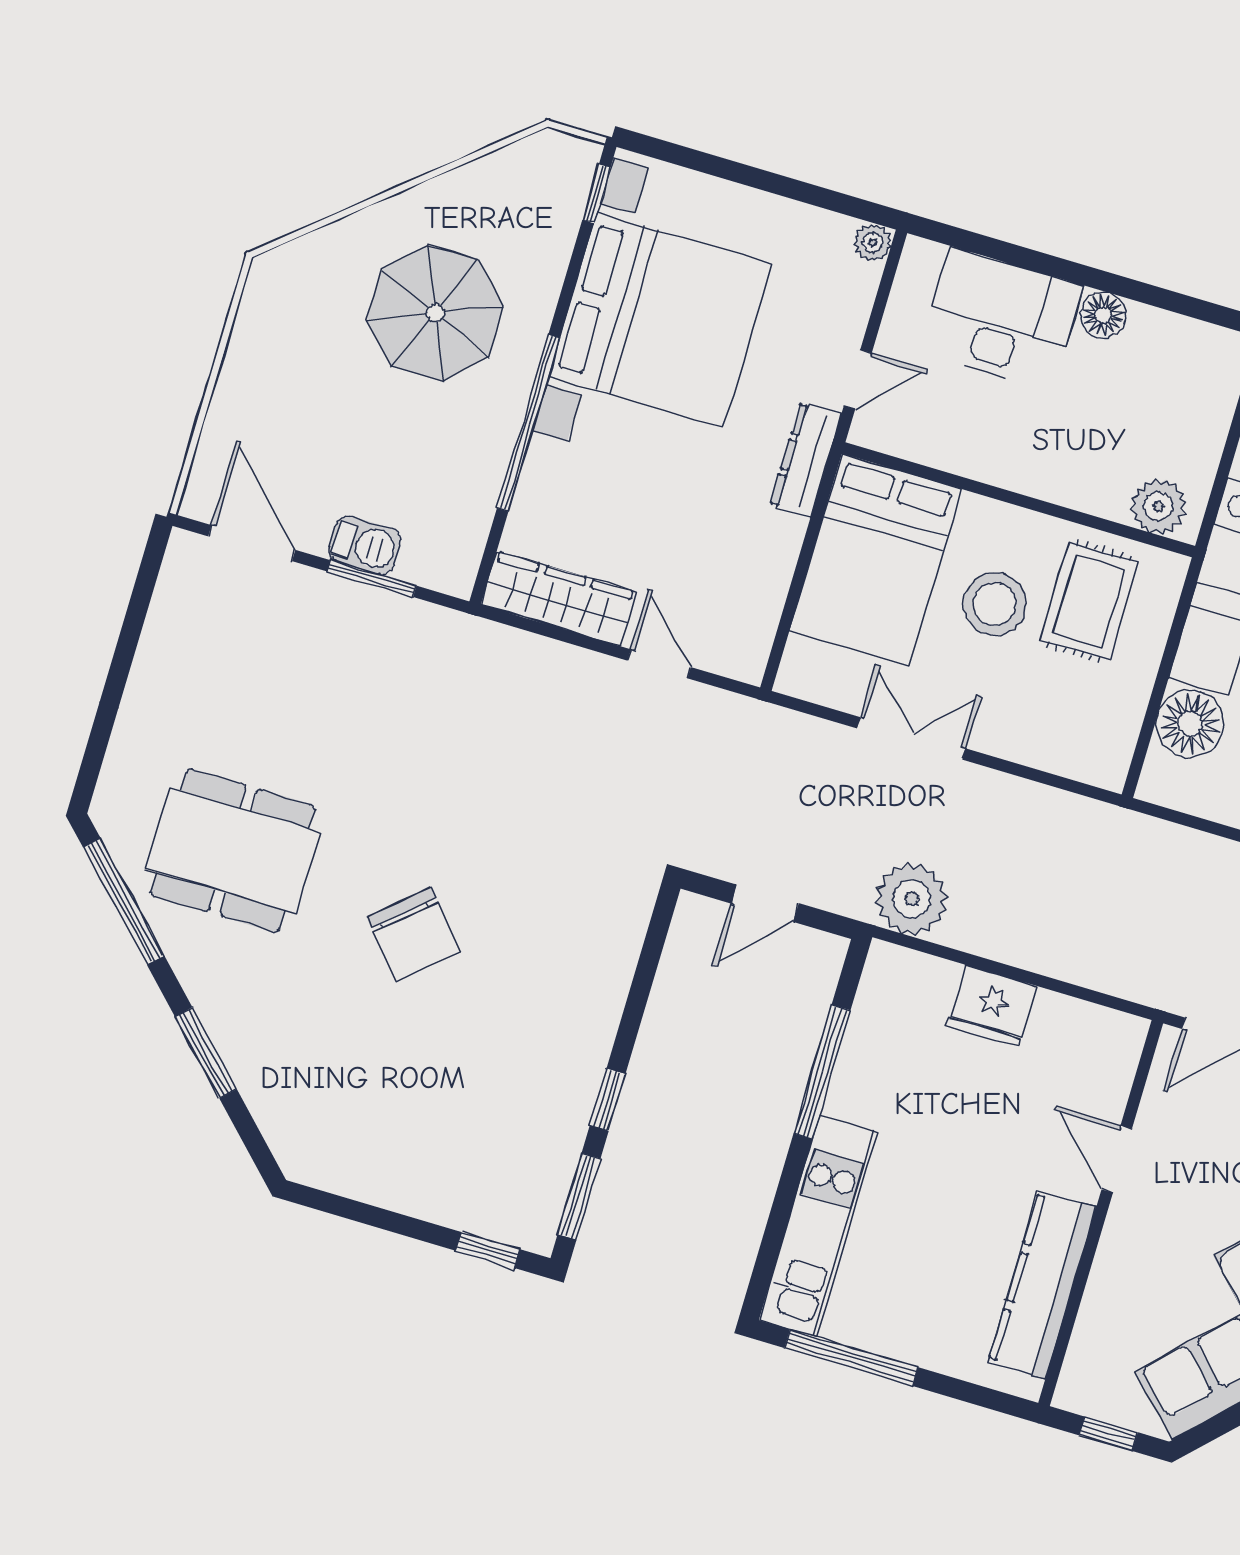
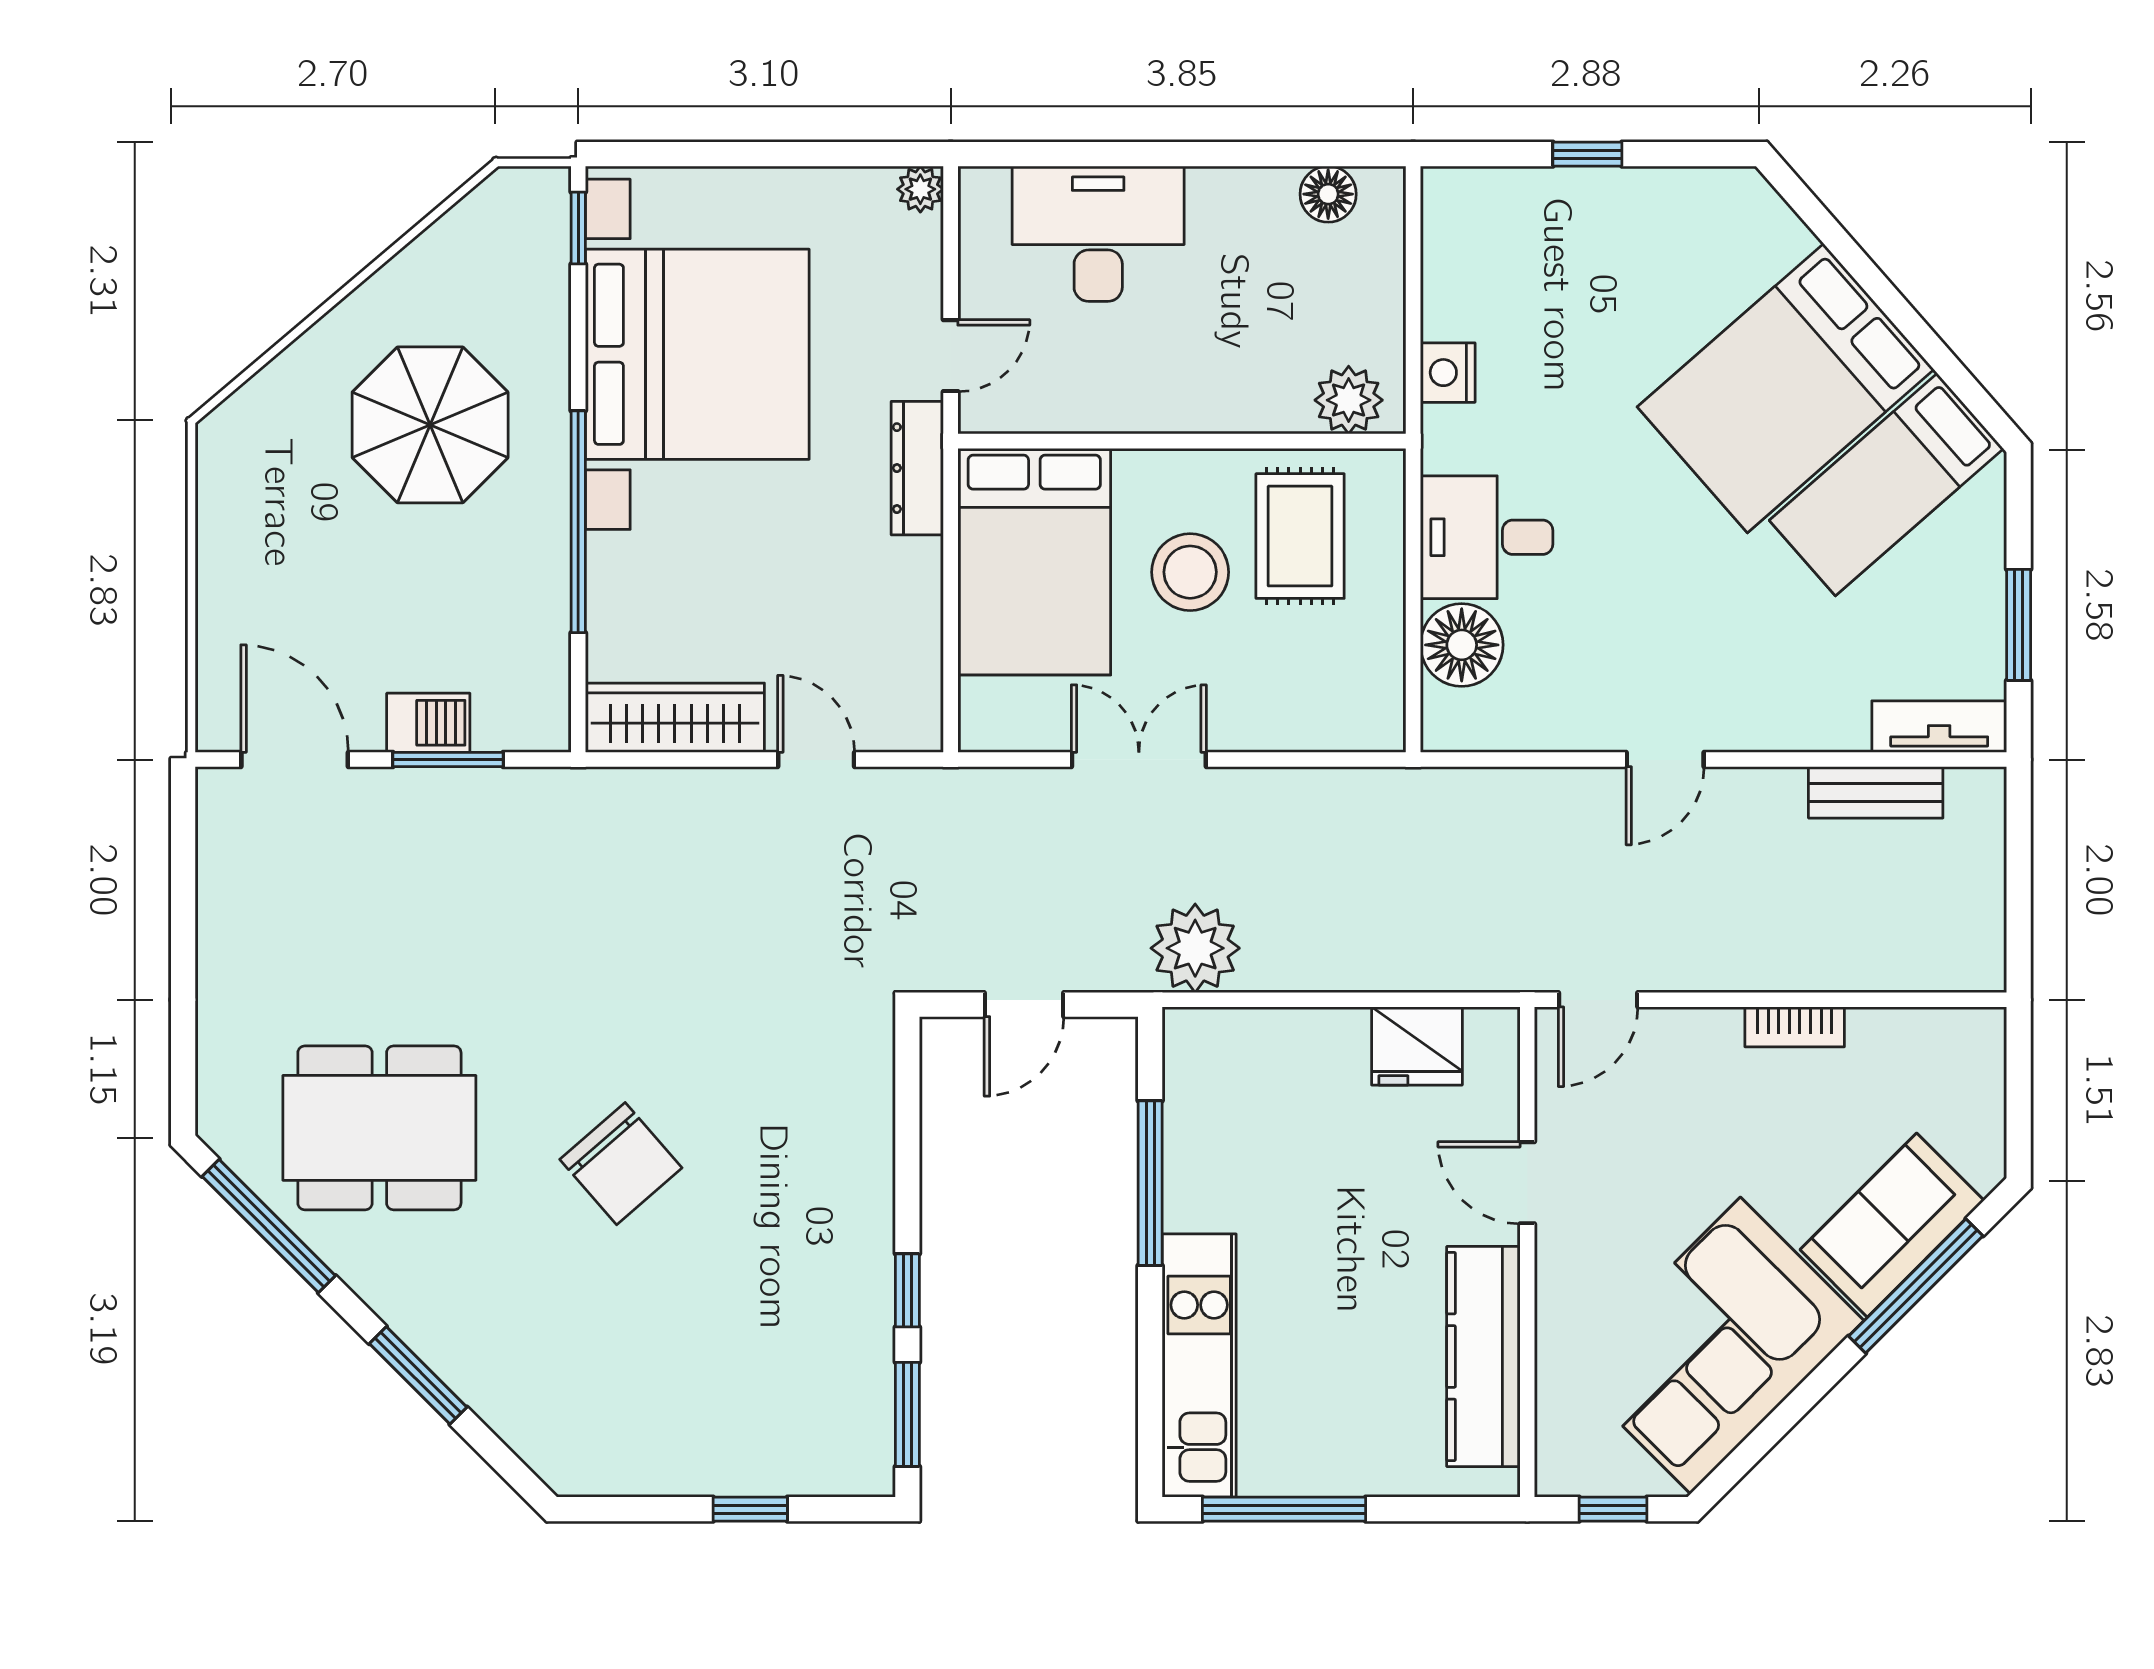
floor lamp: (1103, 315) -> (1328, 194), moved
fridge: (992, 1006) -> (1417, 1046), moved
window: (488, 1250) -> (750, 1509), moved

